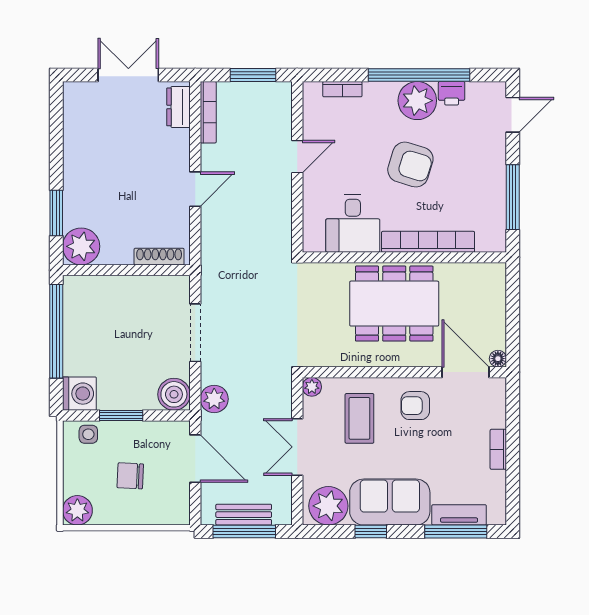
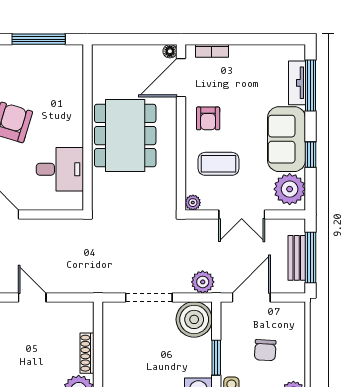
bookcase: (428, 242) -> (75, 108), removed
shoe rack: (159, 257) -> (87, 353), moved
boiler: (174, 394) -> (194, 319), width x1.37, depth x1.37
bookcase: (498, 449) -> (212, 51), moved

